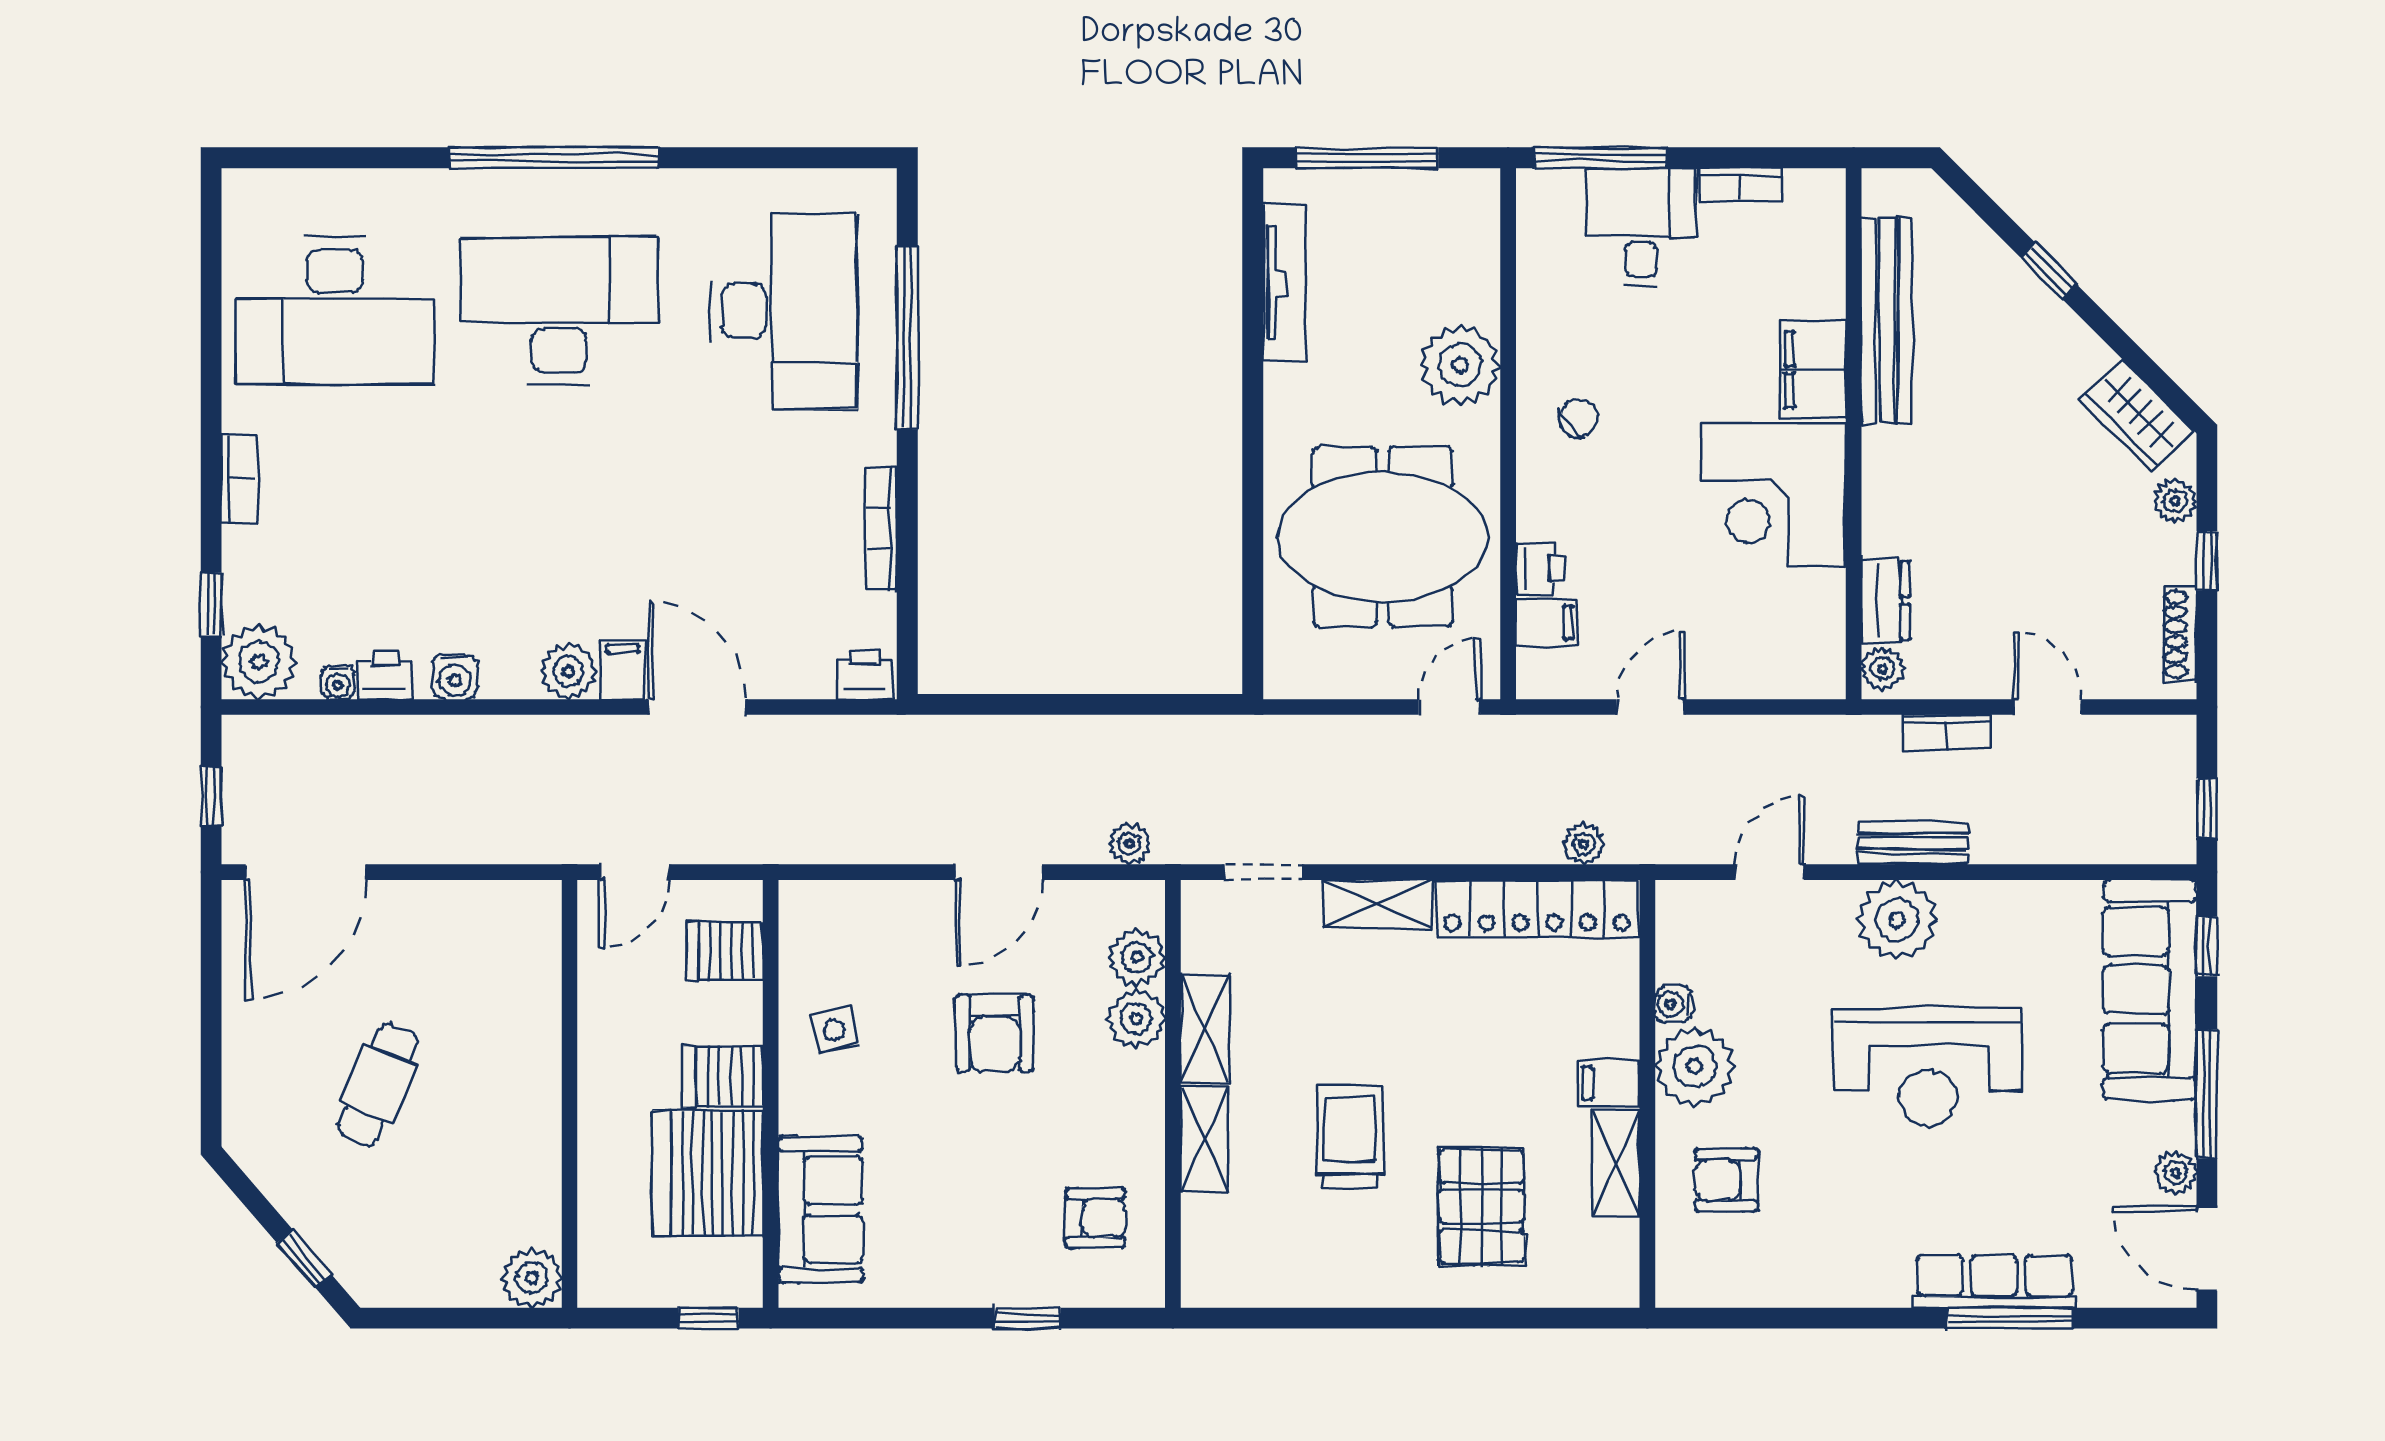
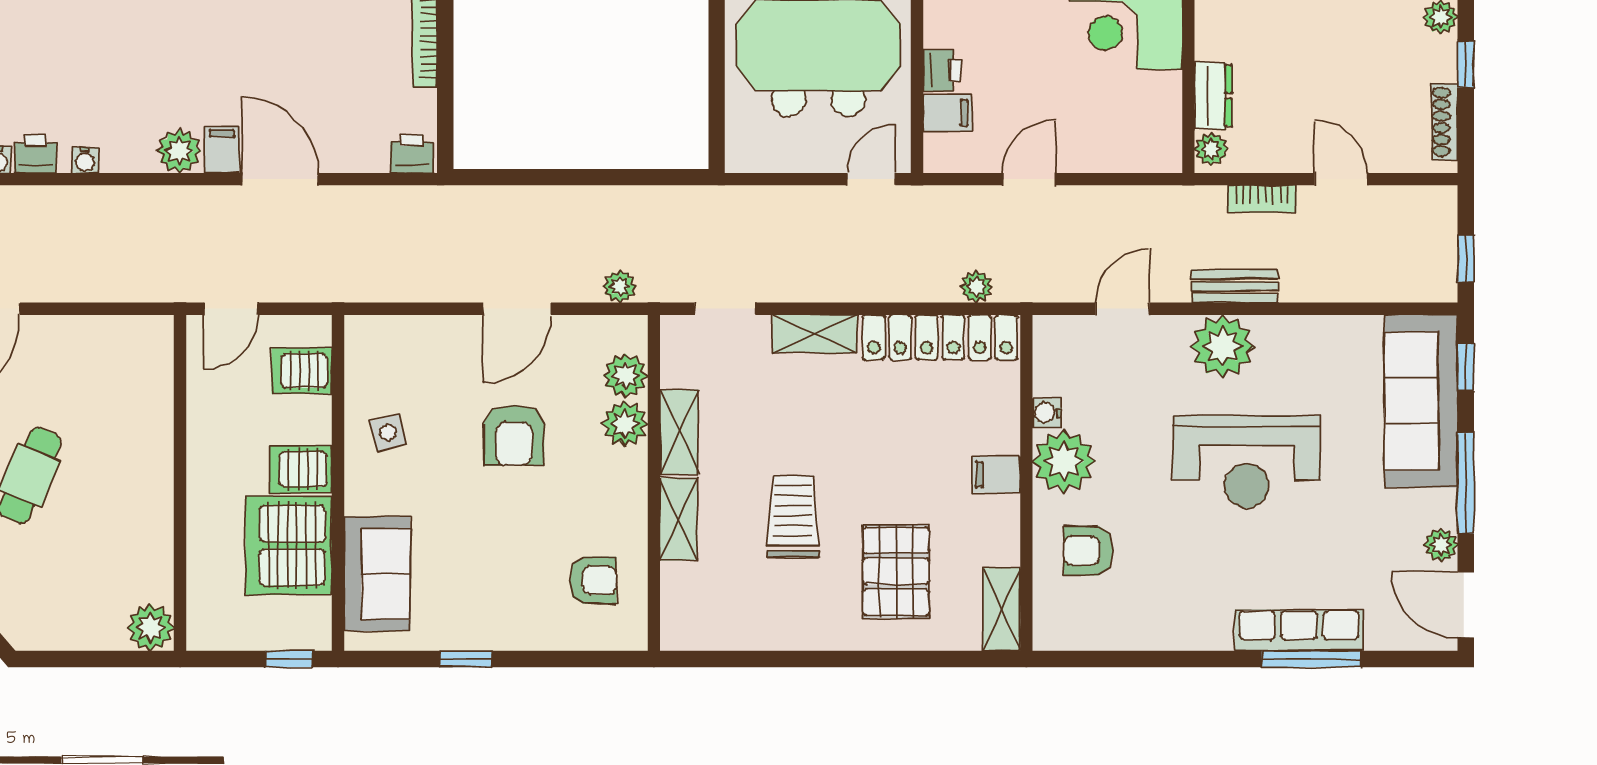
water cooler: (455, 677) -> (85, 160), width x0.72, depth x0.72
shelving: (1616, 1163) -> (1002, 609), moved
window: (1028, 1318) -> (466, 659), moved

